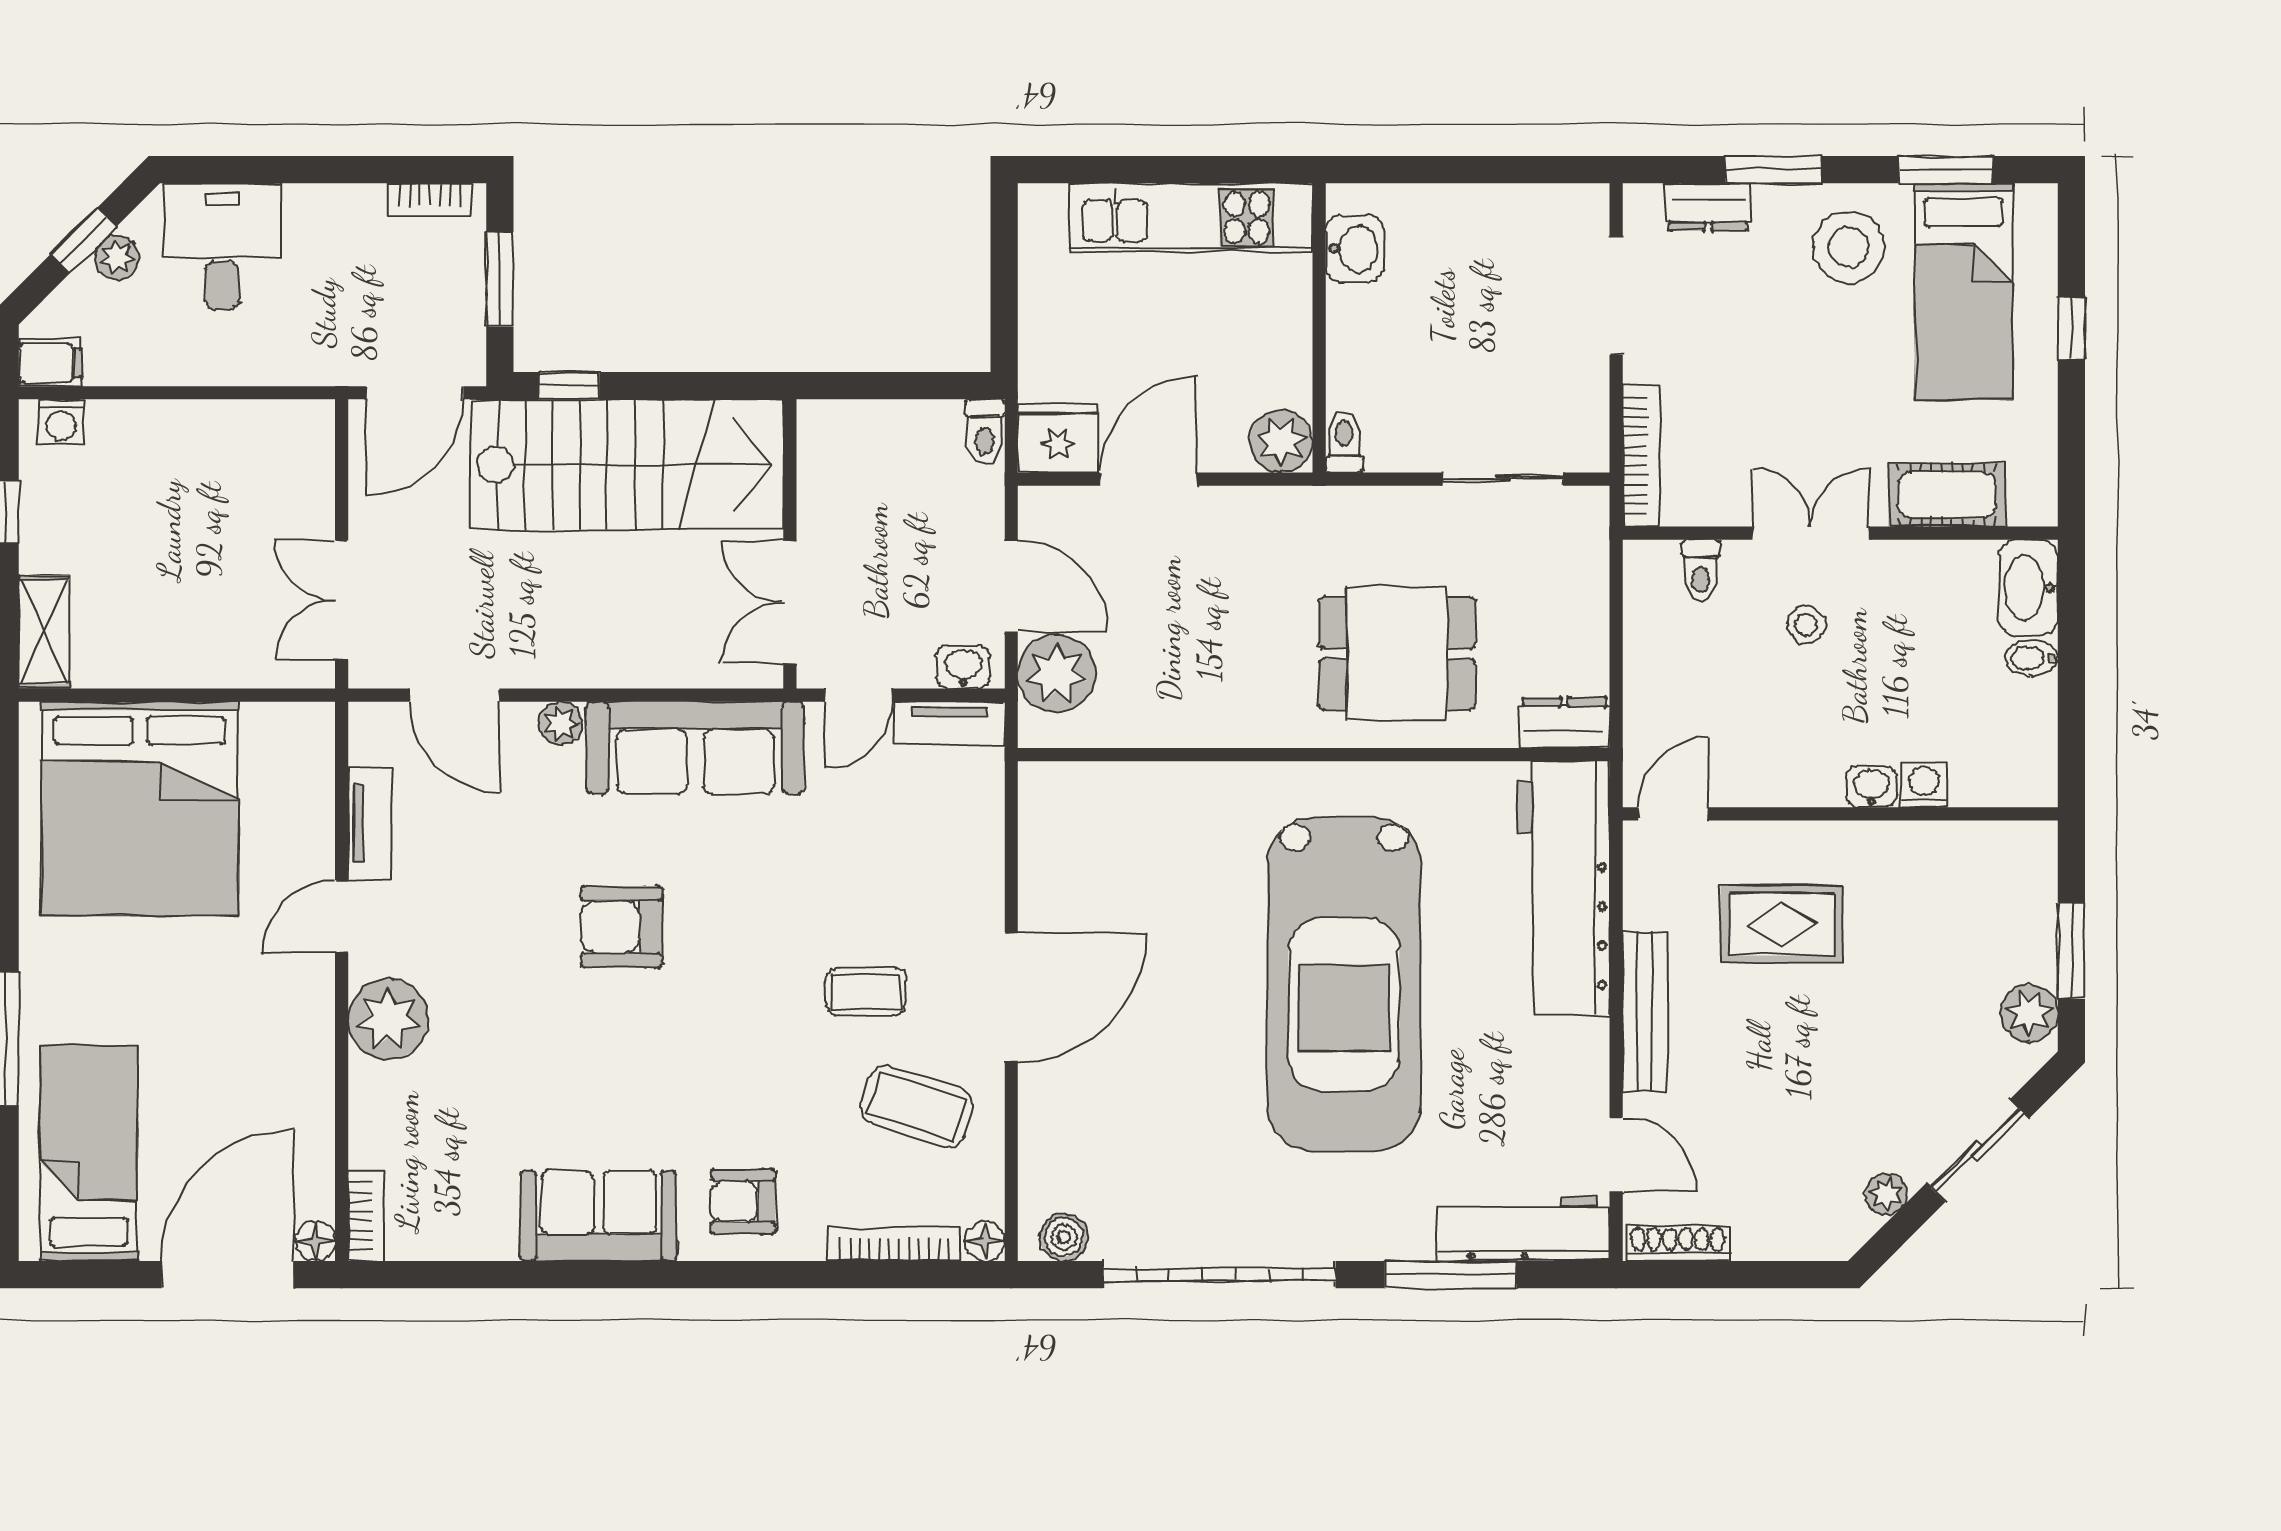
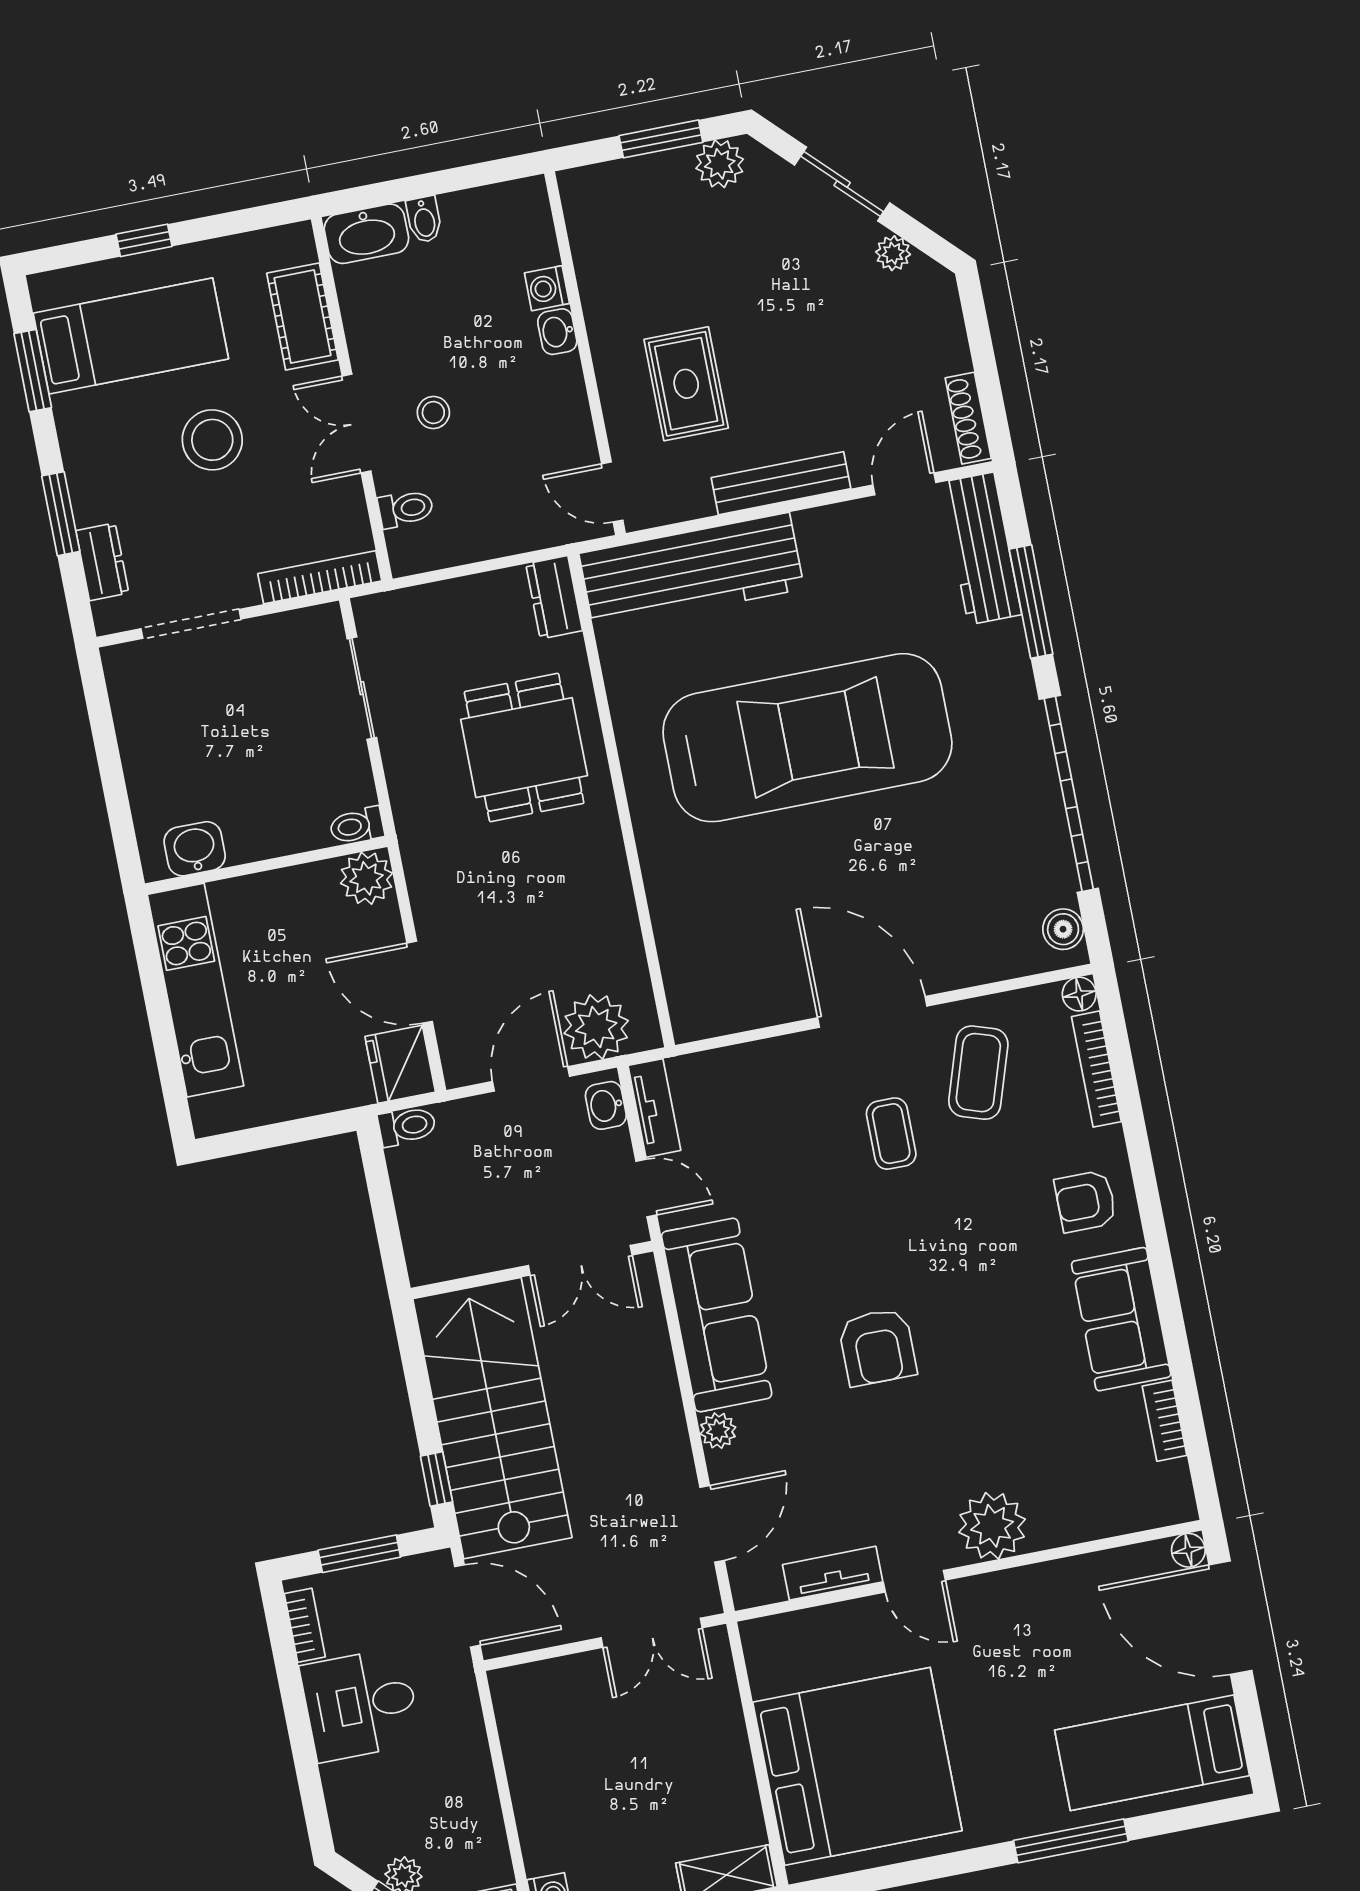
desk: (222, 247) -> (361, 1704), moved
stool: (1848, 247) -> (212, 440), moved
armchair: (743, 1201) -> (1086, 1201), turned 90
bookcase: (366, 1216) -> (1165, 1421), moved, turned -90

